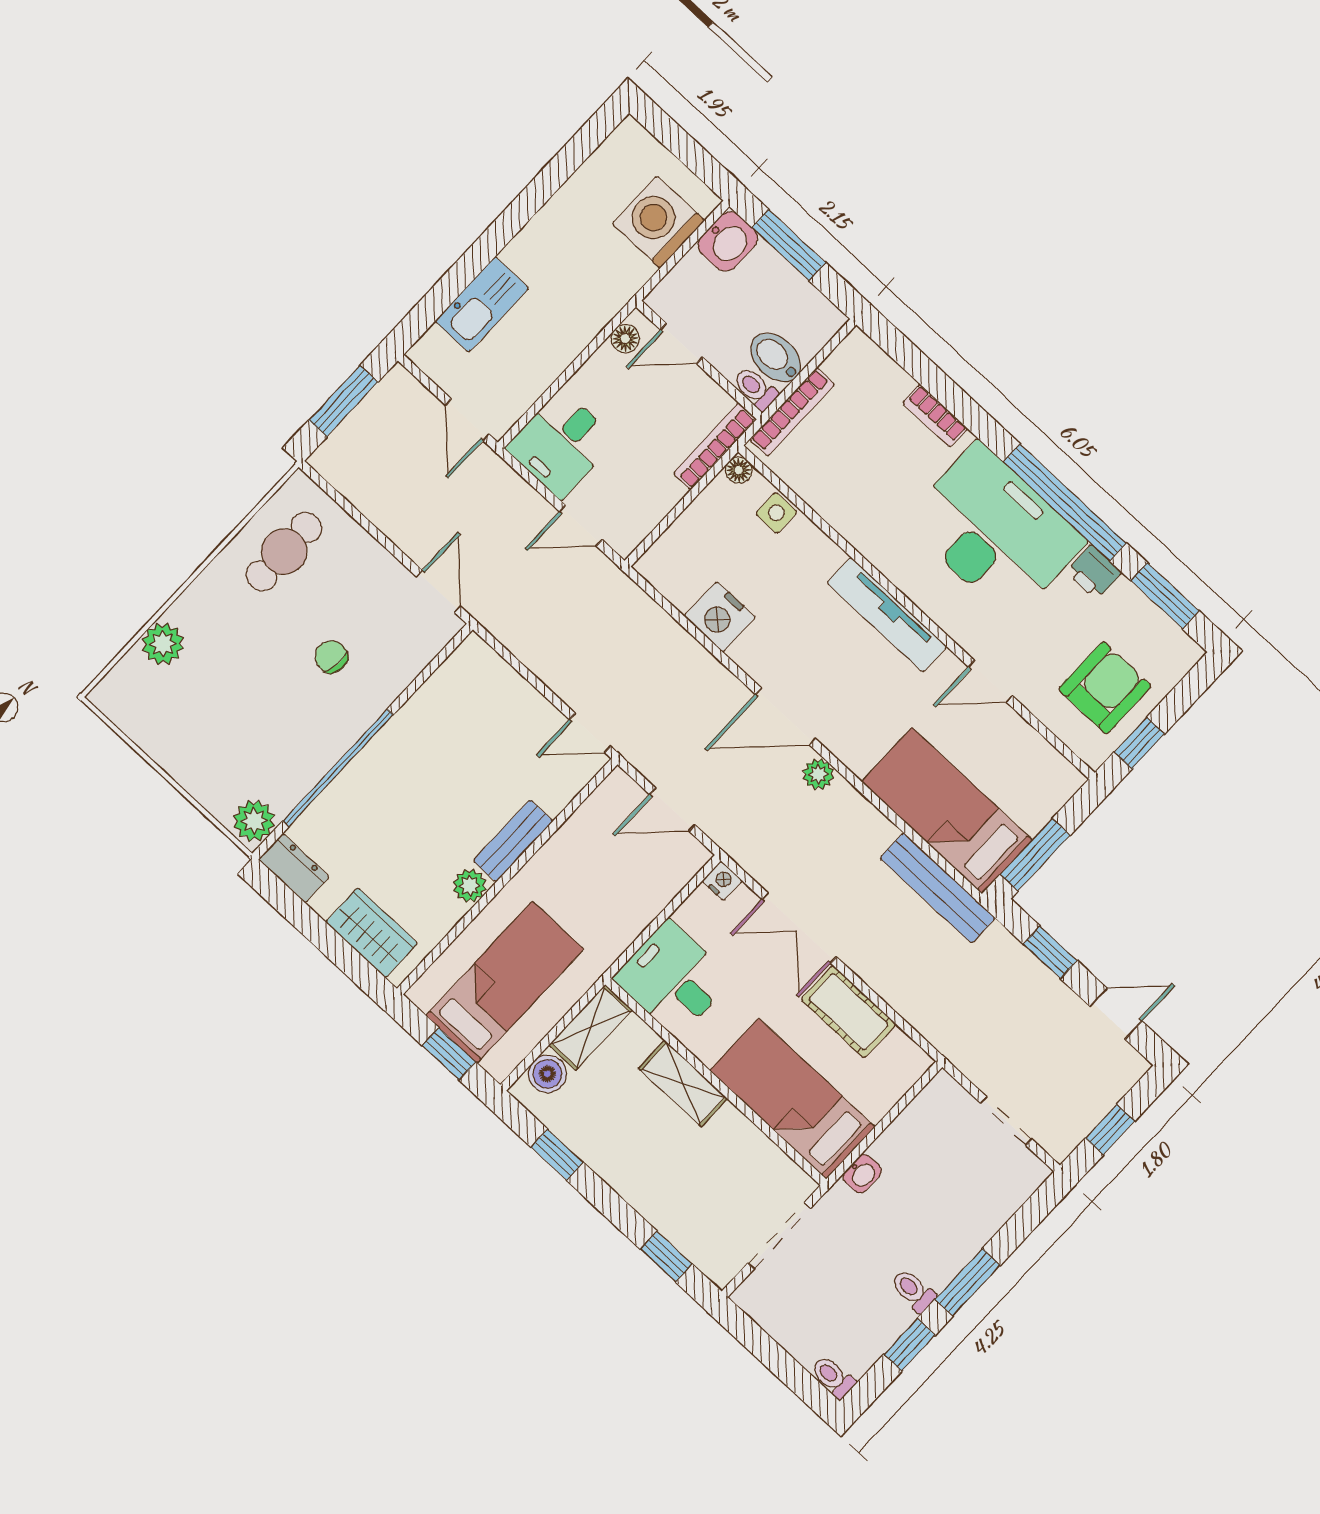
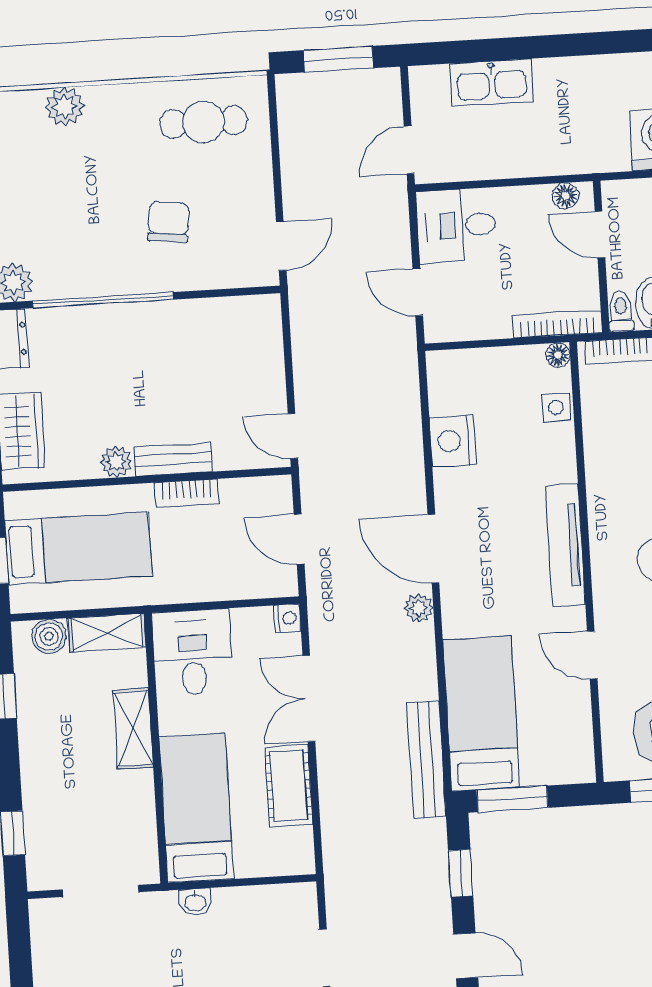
chair: (331, 657) -> (169, 222), width x1.37, depth x1.37
bookcase: (549, 858) -> (186, 493), added

